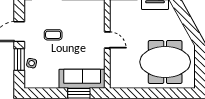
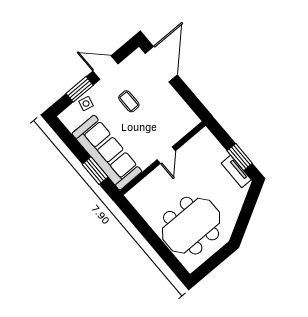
meeting table: (165, 62) -> (191, 226), turned 90
sofa: (82, 79) -> (107, 153), width x1.36, depth x1.27

